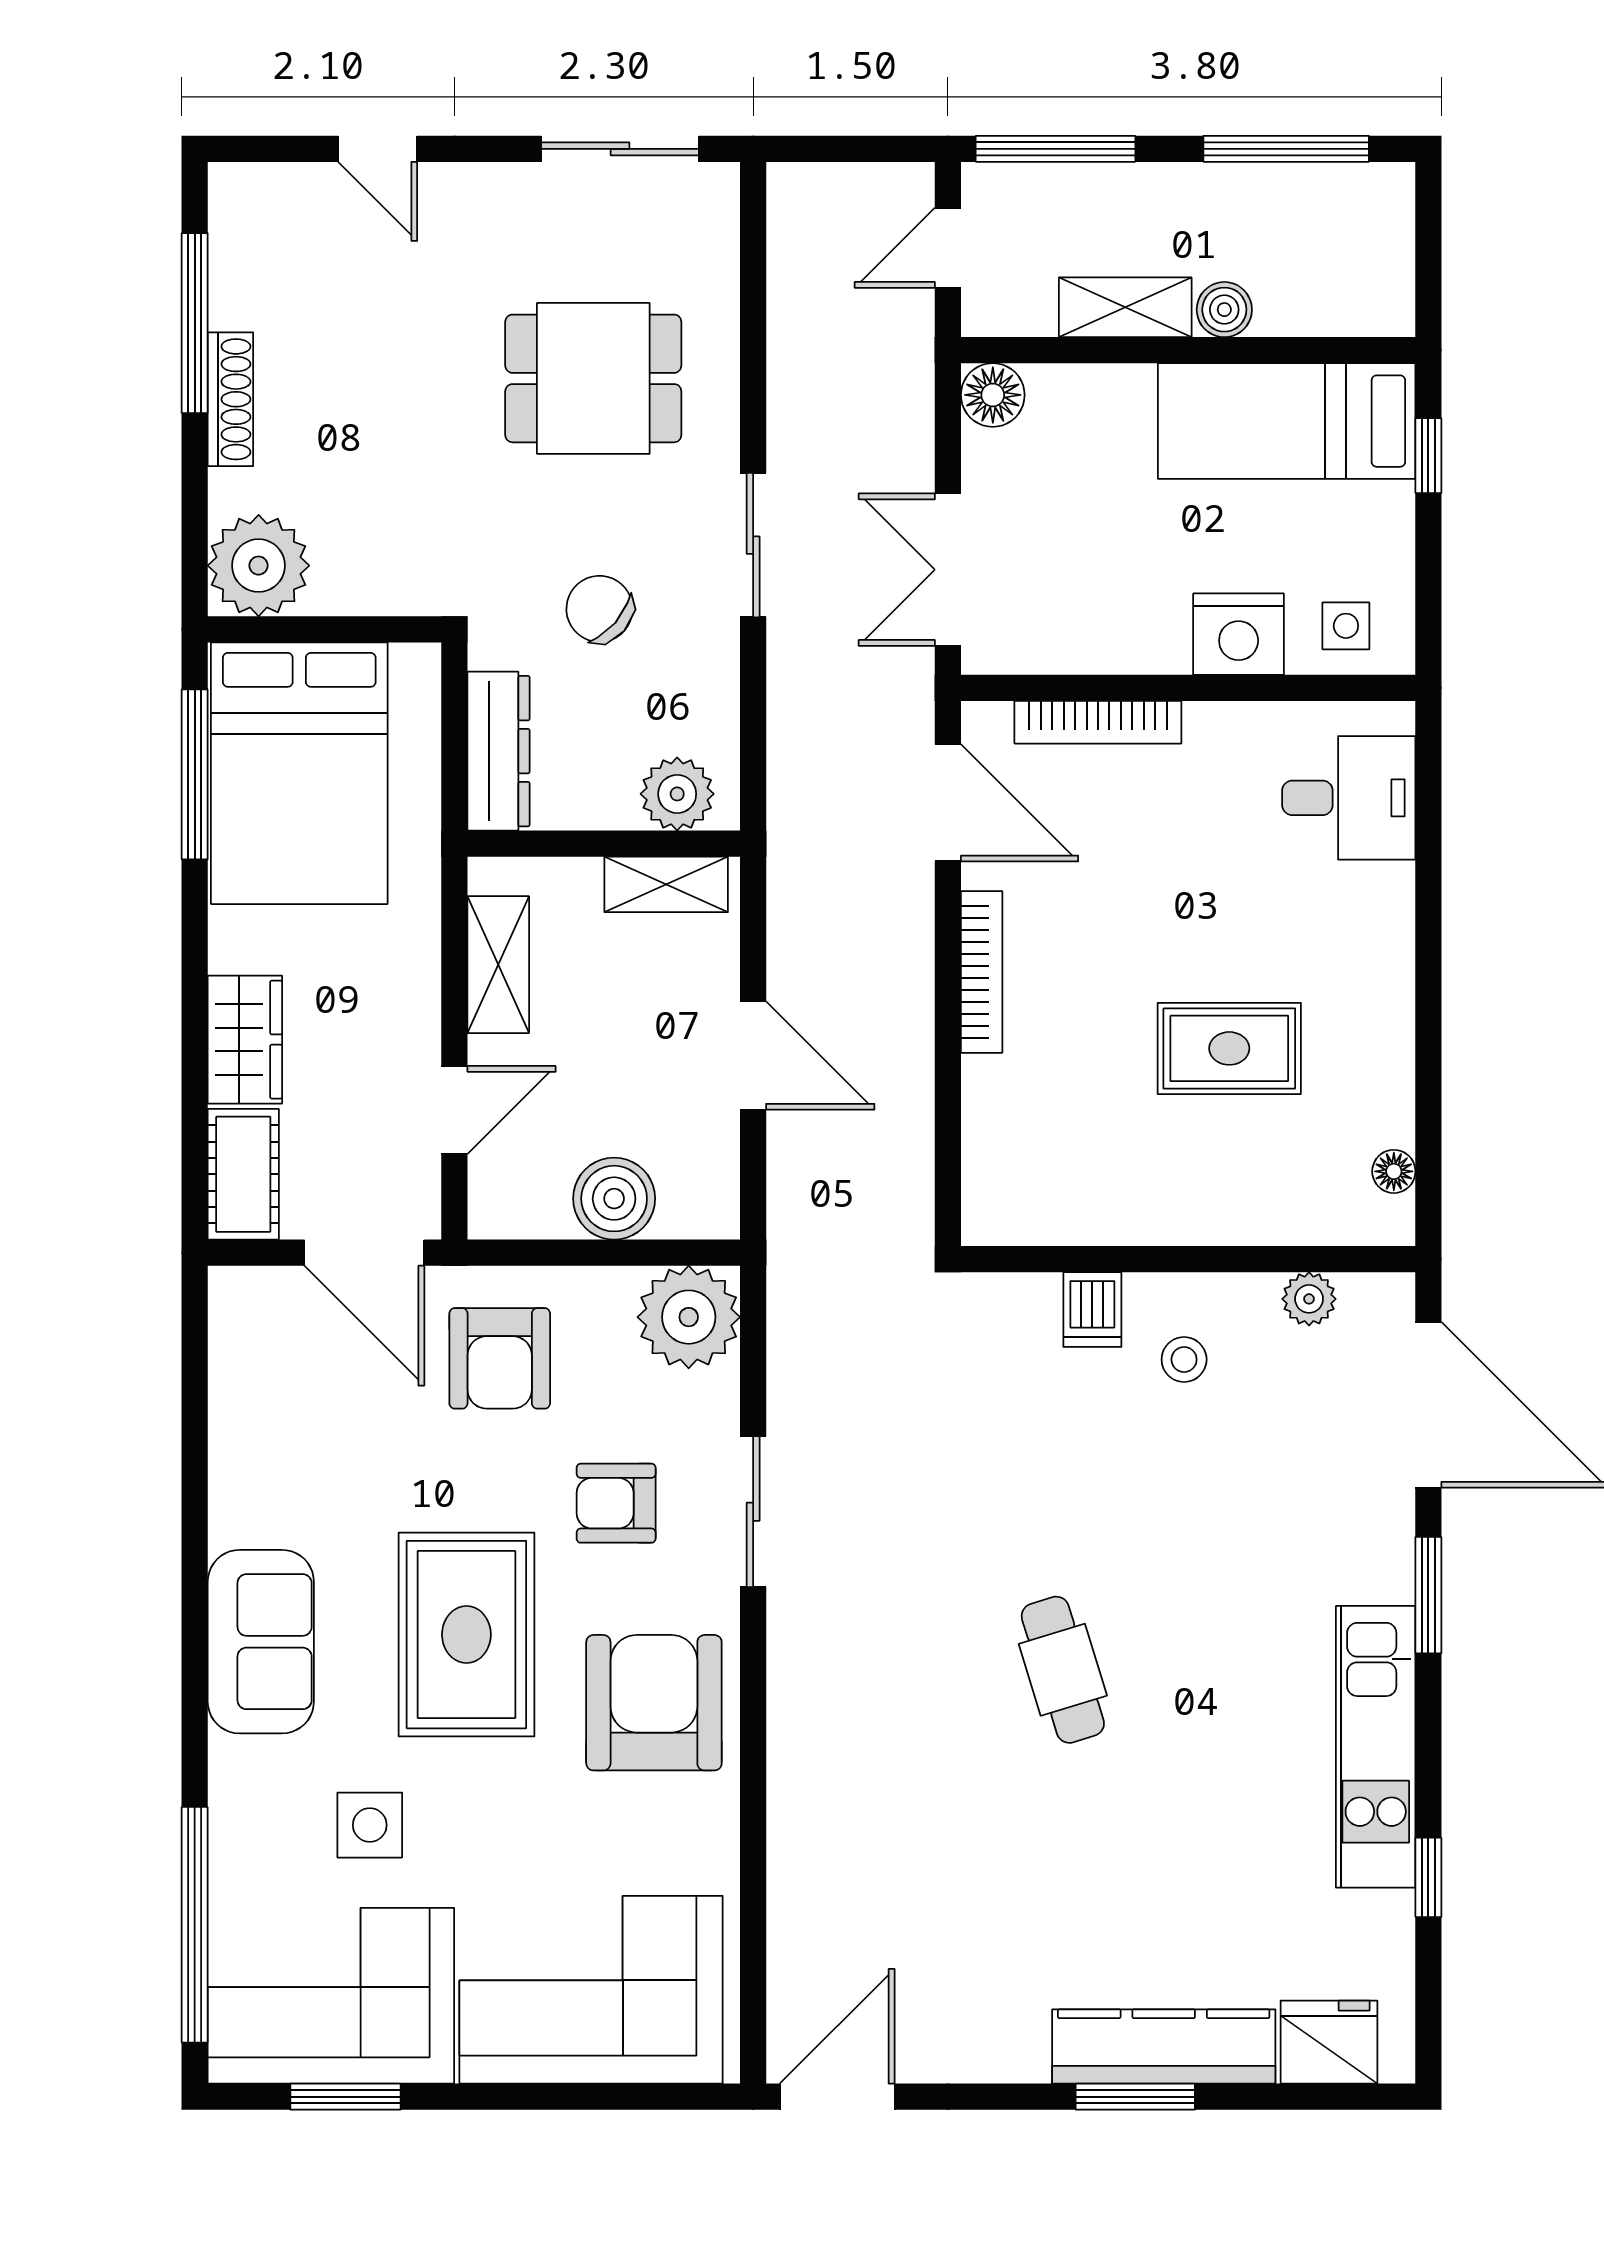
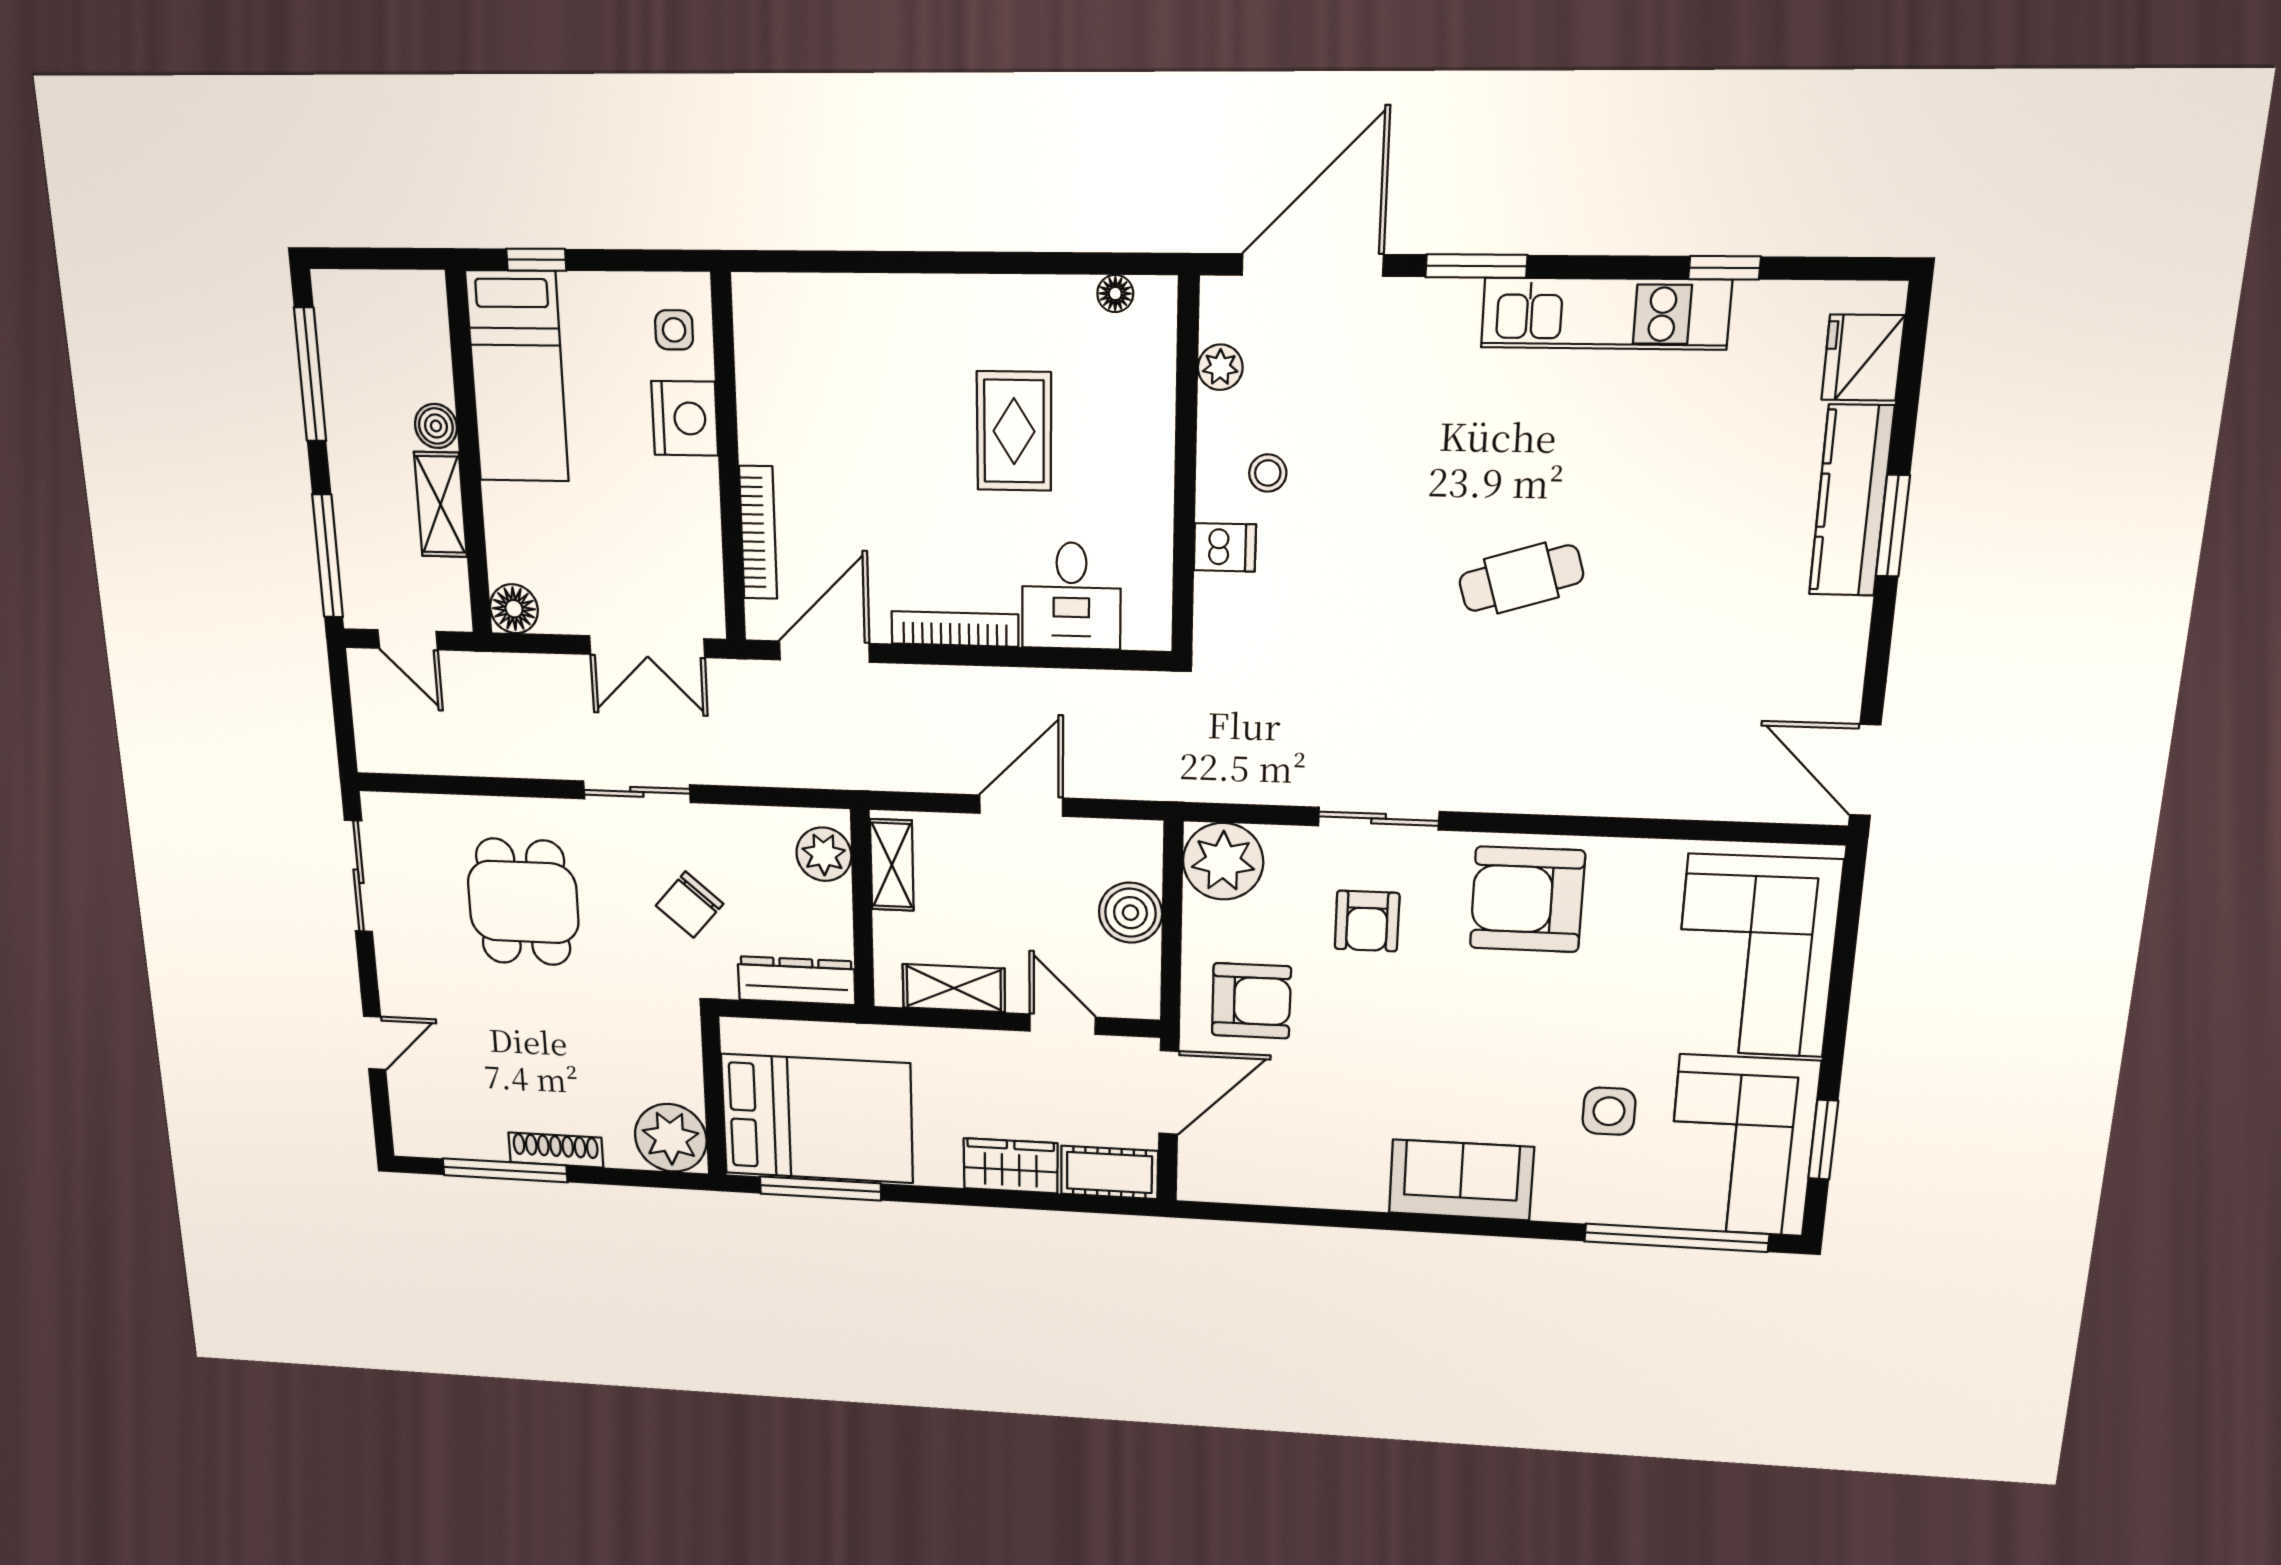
desk: (1349, 798) -> (1071, 596), moved, turned 180
rug: (466, 1635) -> (1464, 1035), removed

